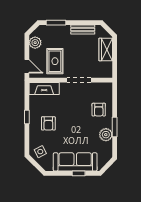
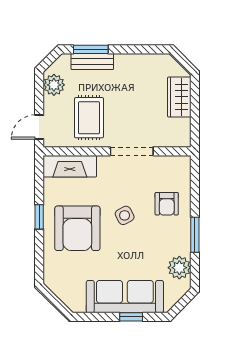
bench: (83, 30) -> (92, 62), moved
door: (27, 66) -> (39, 127), swing flipped
armchair: (48, 123) -> (77, 228), width x1.88, depth x1.88
plant: (106, 135) -> (179, 268), moved
side table: (40, 152) -> (125, 215), moved

